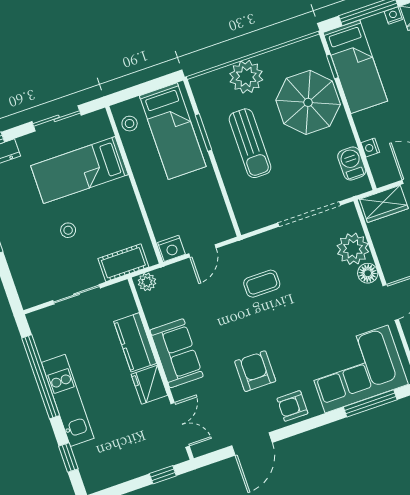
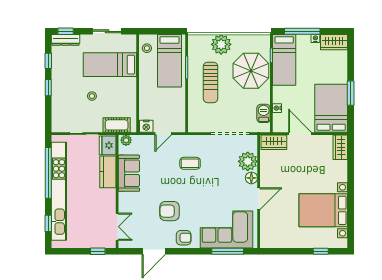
sofa: (177, 353) -> (129, 173), moved
armchair: (255, 371) -> (170, 211), turned -90
fridge: (149, 385) -> (108, 145), moved
kitchen unit: (68, 400) -> (59, 191), width x1.86
armchair: (292, 406) -> (184, 238), turned 180

